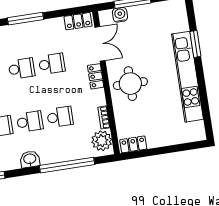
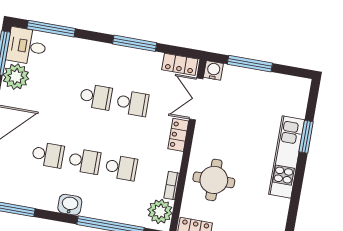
water cooler: (120, 15) -> (213, 70), moved
window: (25, 19) -> (135, 43), moved
double door: (100, 44) -> (196, 99), swing flipped
kitchen unit: (187, 77) -> (287, 157), width x0.73
round table: (130, 84) -> (214, 180), moved

